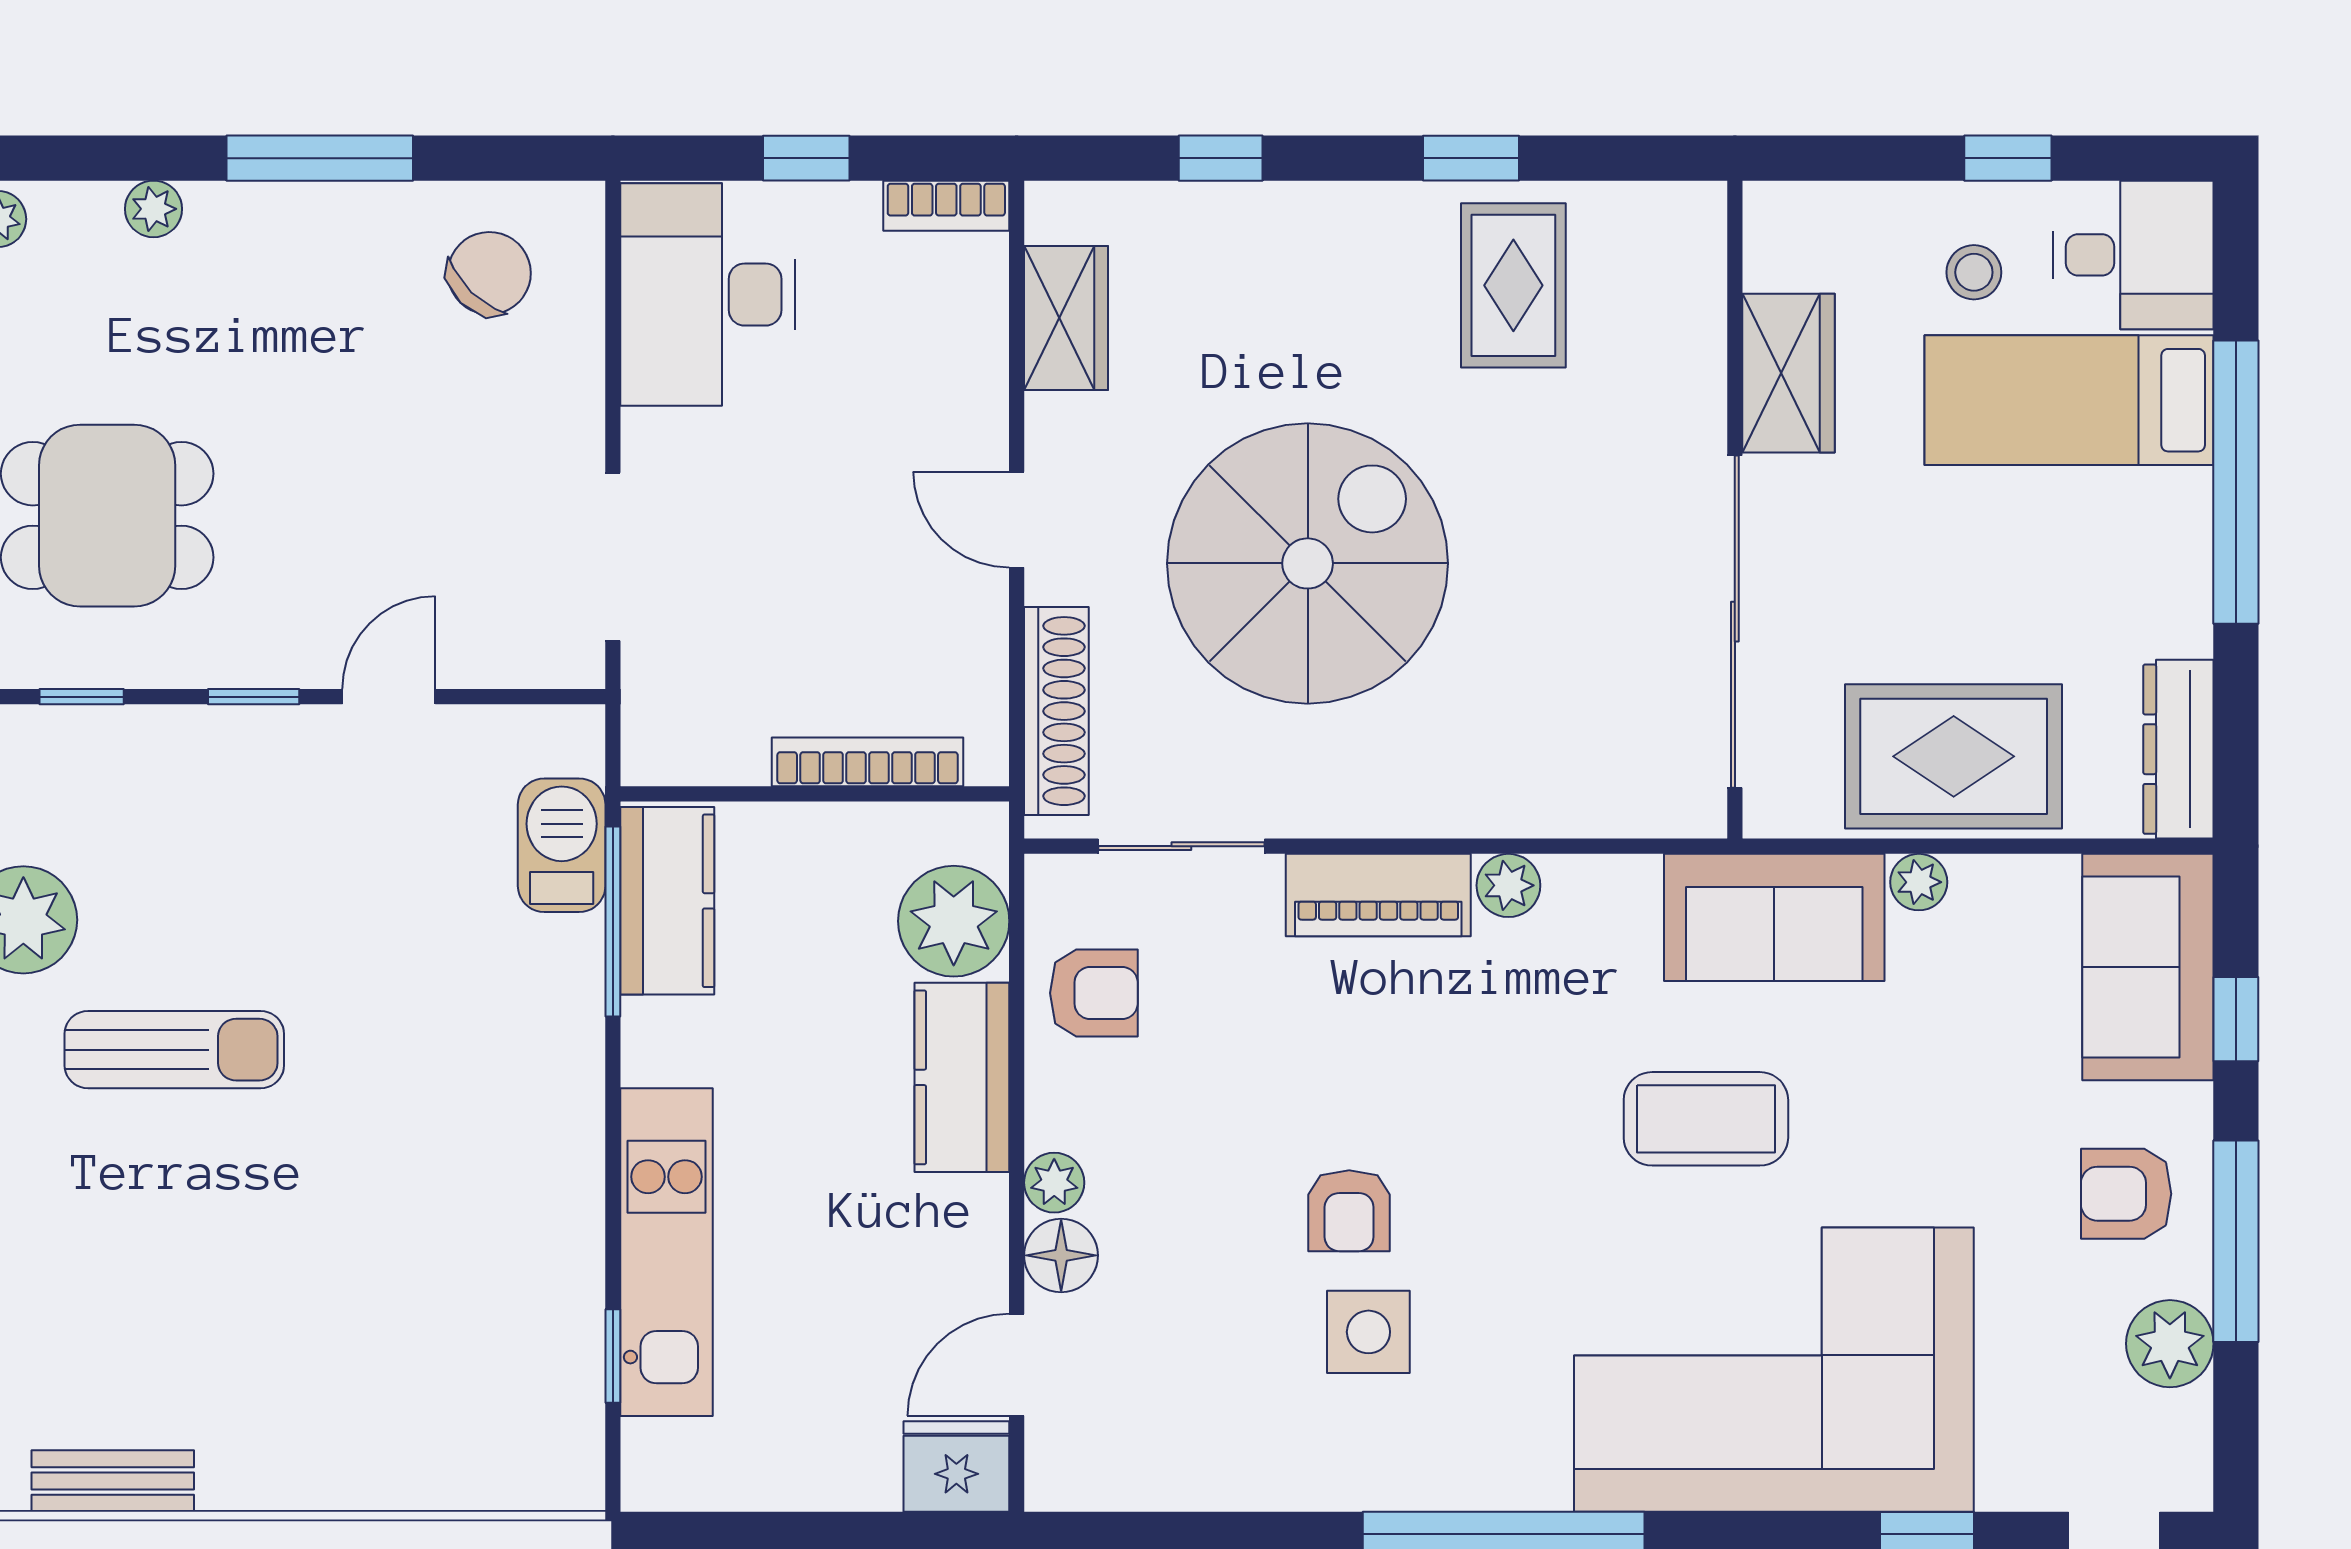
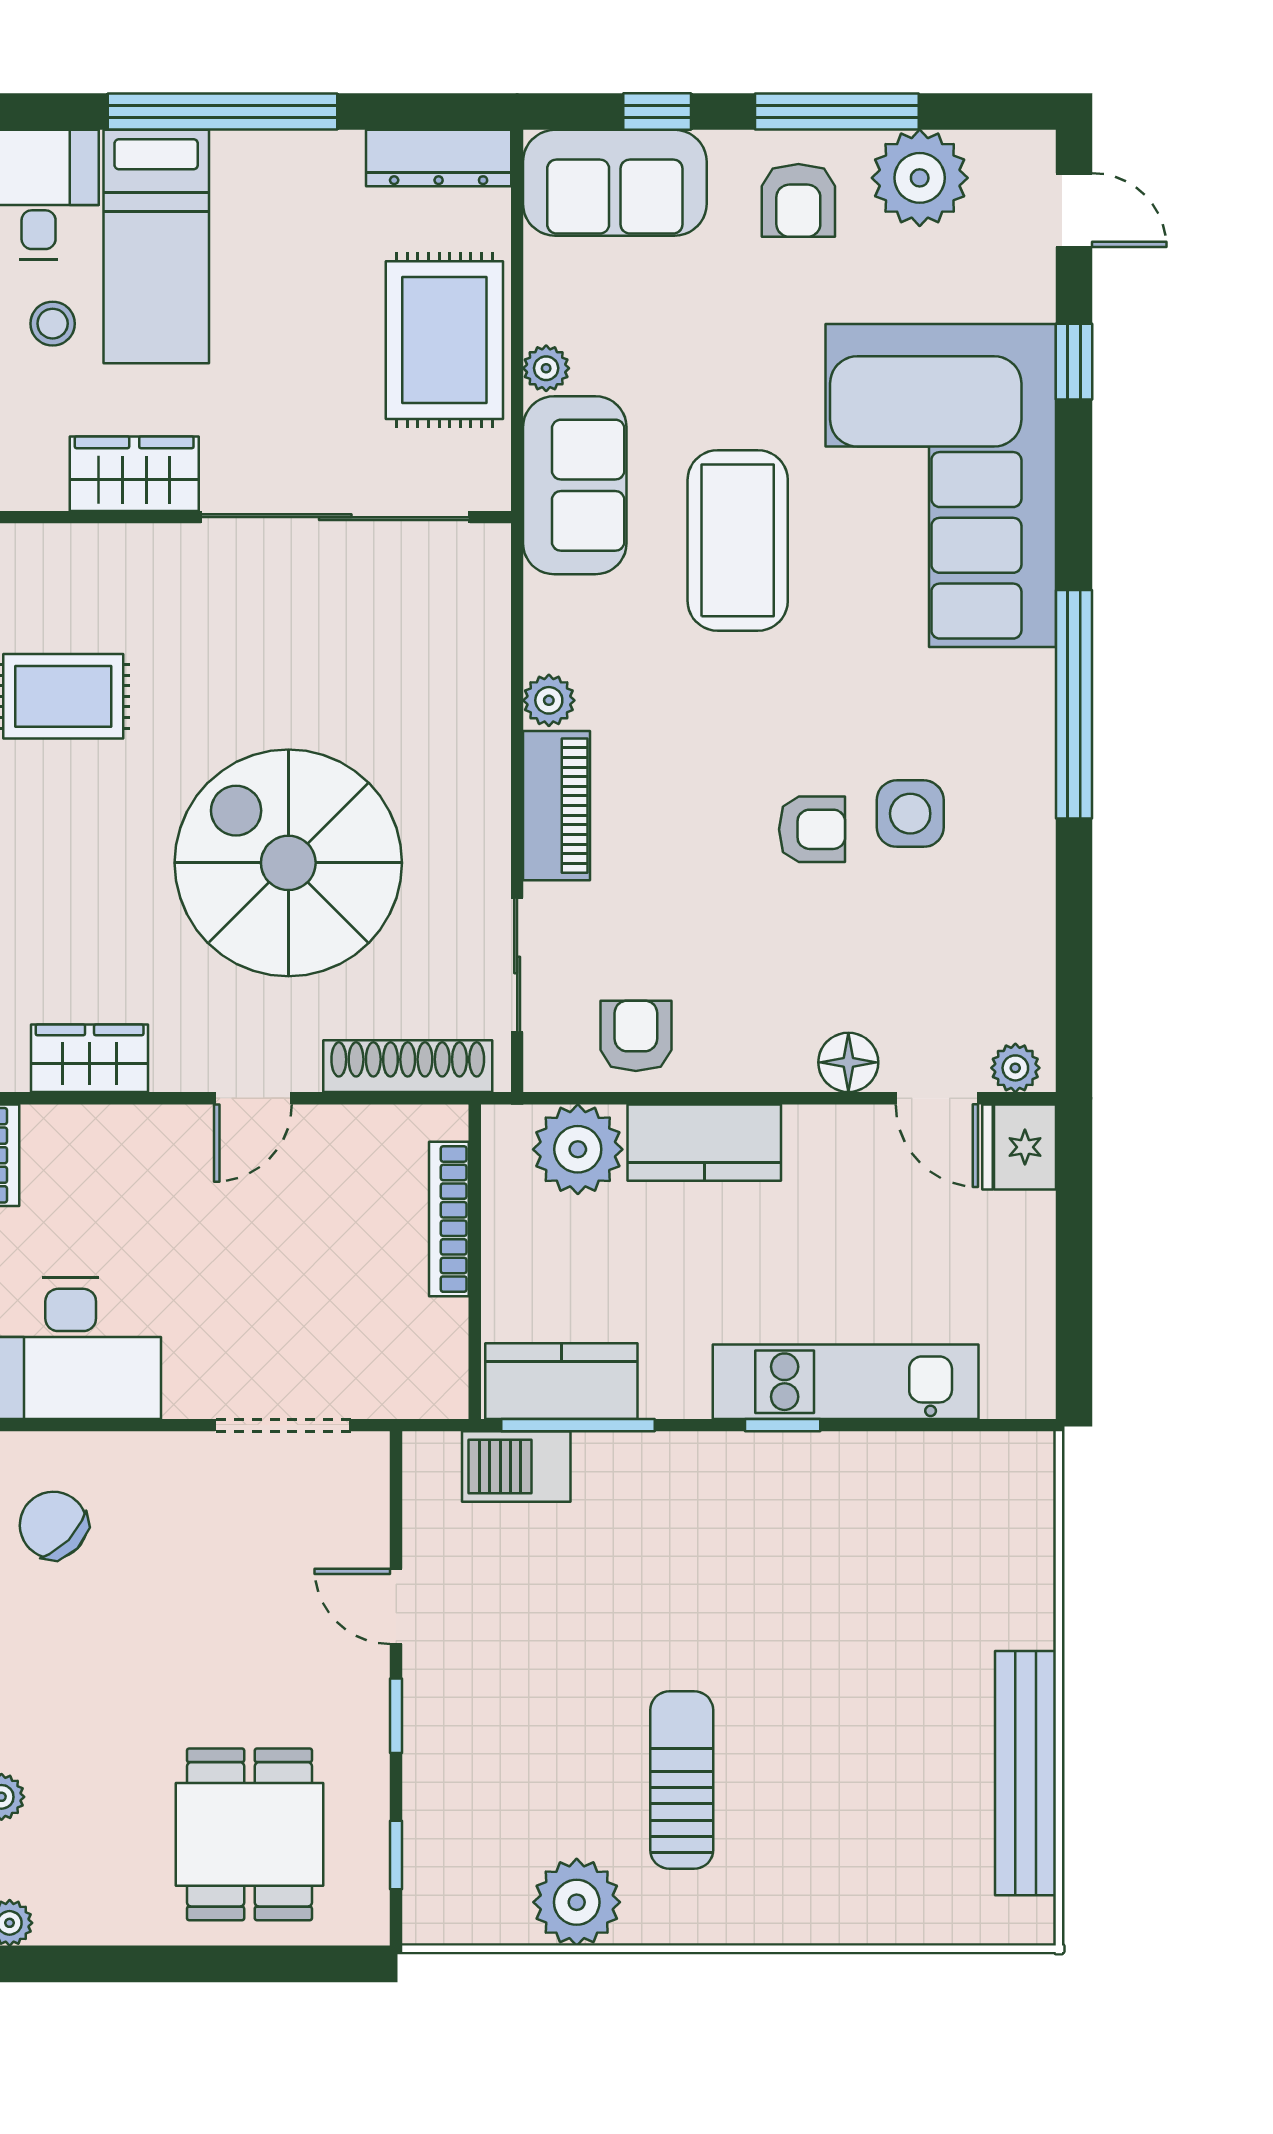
coffee table: (1706, 1119) -> (738, 540), width x1.36, depth x1.32
plant: (1054, 1183) -> (1015, 1068), moved
plant: (2170, 1344) -> (920, 178), width x1.36, depth x1.36
window: (613, 1356) -> (783, 1425), moved
bench: (113, 1481) -> (1025, 1773), width x1.86, depth x1.21

